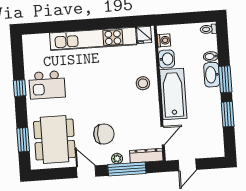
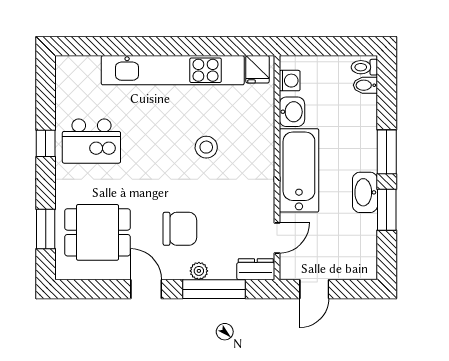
bidet: (211, 56) -> (365, 85), moved
washbasin: (212, 75) -> (365, 192), moved
stool: (143, 83) -> (206, 147), moved
dining table: (55, 140) -> (98, 232), width x0.73
dresser: (146, 156) -> (256, 269), width x0.70

